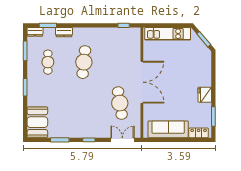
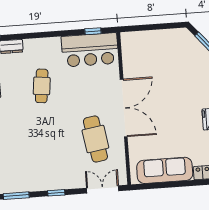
kitchen unit: (168, 34) -> (155, 39), removed
bar counter: (120, 39) -> (90, 50), added
cafe table: (84, 62) -> (42, 86), width x0.73, depth x0.74

